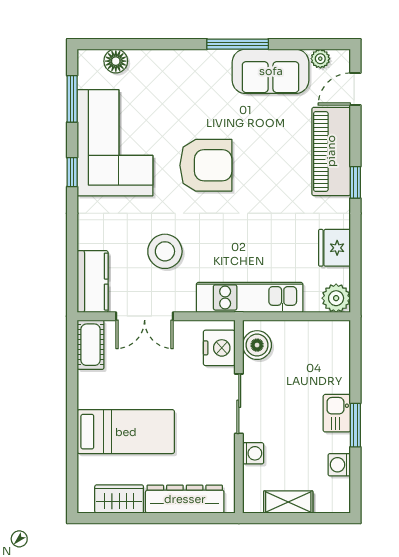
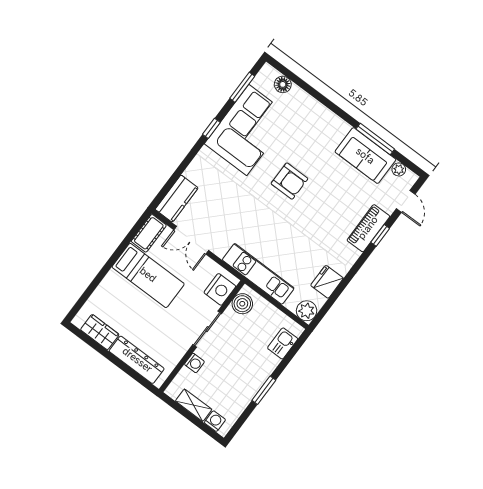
window: (238, 44) -> (375, 139), moved
door: (355, 89) -> (406, 201), swing flipped
piano: (331, 151) -> (368, 228), width x0.73, depth x0.75
armchair: (206, 165) -> (289, 181), width x0.73, depth x0.73
window: (355, 182) -> (380, 235), moved
stool: (165, 251) -> (230, 212), removed
kitchen sink: (337, 413) -> (283, 343), moved
bed: (126, 432) -> (148, 275), moved
washing machine: (339, 465) -> (215, 421), moved, turned 90

